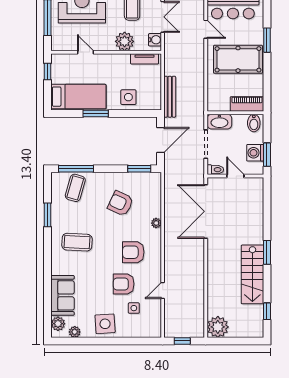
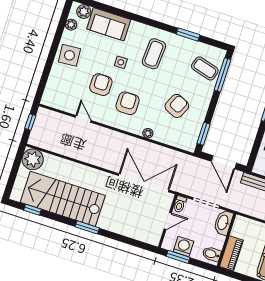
stairs: (252, 274) -> (63, 199), width x1.36, depth x1.51
side table: (134, 308) -> (121, 62), moved

